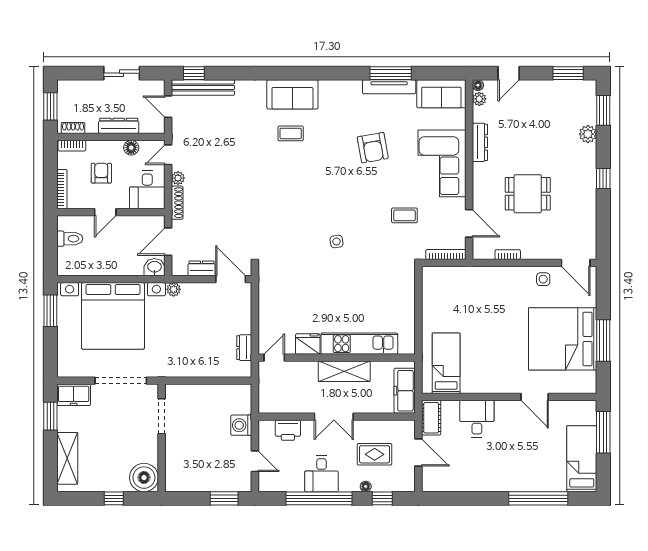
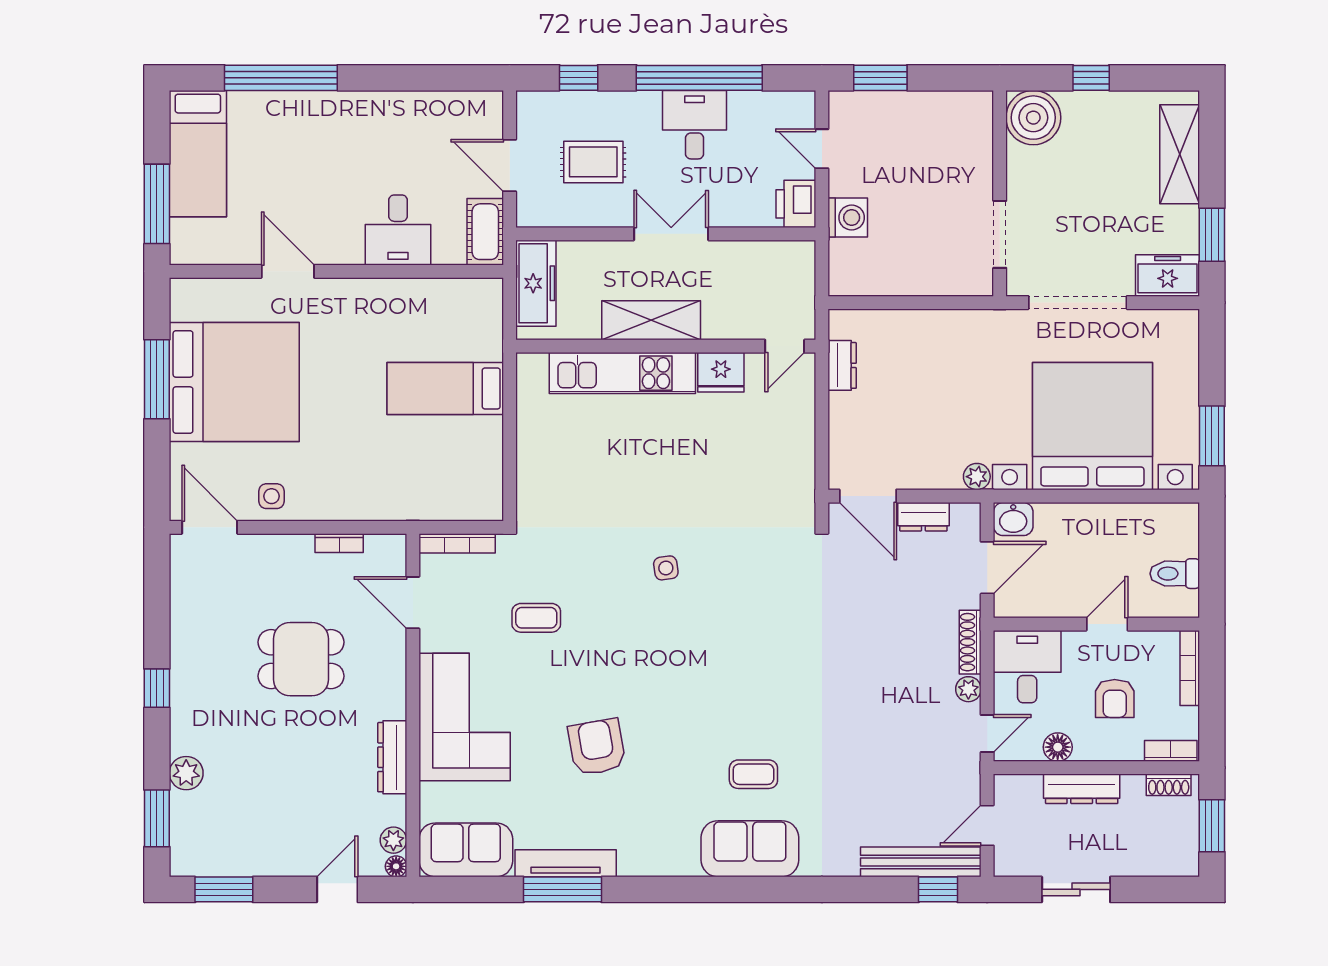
door: (168, 107) -> (987, 825), swing flipped
bed: (446, 363) -> (445, 388), moved, turned 90
printer: (288, 430) -> (796, 204), moved, turned -90
floor lamp: (366, 486) -> (610, 101), removed

